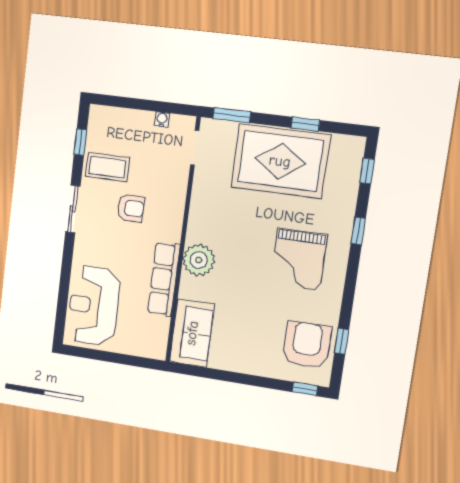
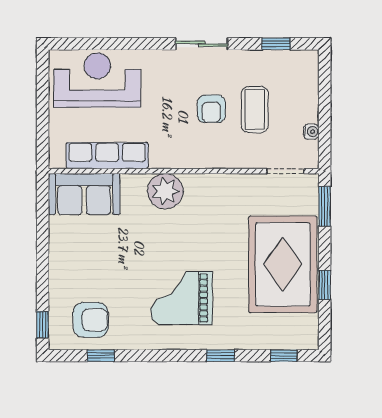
coffee table: (107, 167) -> (255, 109), moved
row of seats: (164, 279) -> (107, 156), moved
armchair: (307, 345) -> (91, 320), width x0.73, depth x0.73

